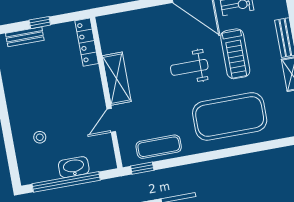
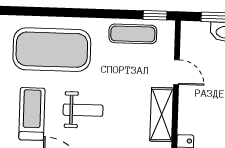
door: (111, 120) -> (176, 72), hinge flipped

